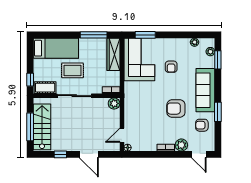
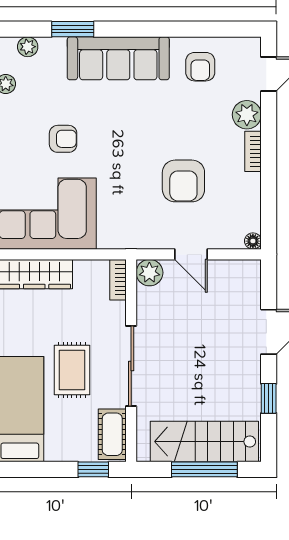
window: (218, 60) -> (73, 29), moved
armchair: (176, 109) -> (183, 181), moved
window: (218, 112) -> (169, 29), removed
door: (122, 135) -> (191, 254), moved

